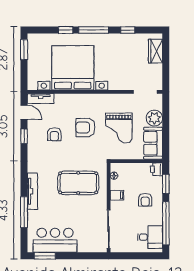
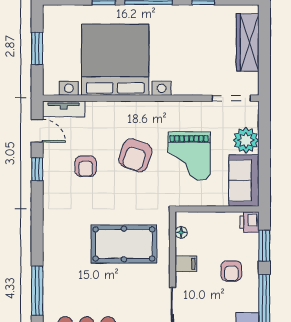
window: (24, 50) -> (37, 48), moved
wardrobe: (155, 51) -> (248, 42), width x1.50
armchair: (85, 128) -> (135, 155), turned -71
tv unit: (32, 191) -> (50, 257), removed

